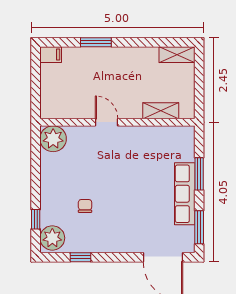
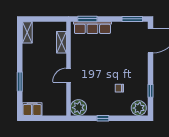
filing cabinet: (51, 55) -> (32, 109), width x2.00
window: (199, 174) -> (87, 19), moved
row of seats: (185, 194) -> (92, 28), moved
window: (36, 219) -> (103, 118), moved

